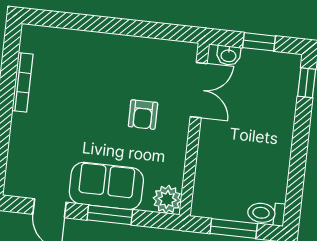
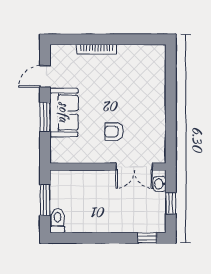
bookcase: (22, 82) -> (97, 49), moved
plant: (167, 199) -> (59, 154), removed

